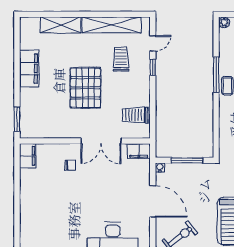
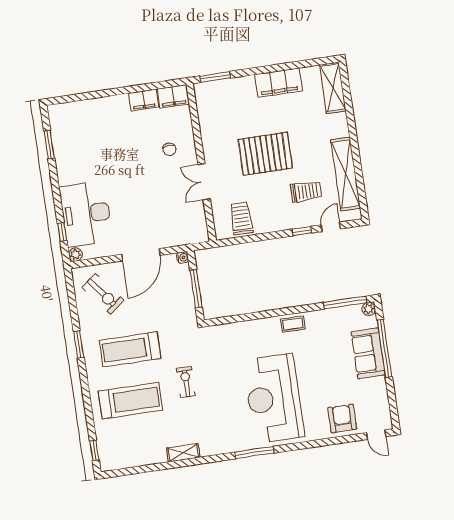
shelving: (61, 25) -> (333, 88), moved
door: (153, 43) -> (331, 227), swing flipped
window: (216, 75) -> (345, 303), moved
double door: (101, 141) -> (204, 182), width x0.73
filing cabinet: (139, 151) -> (143, 100), moved, turned -90

